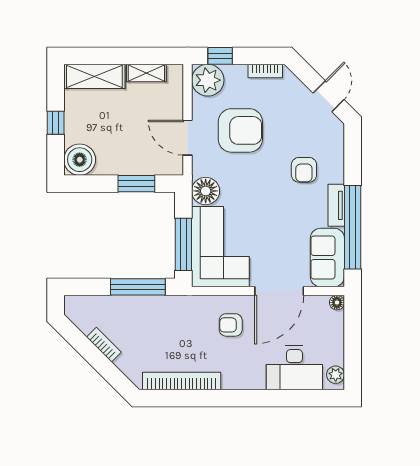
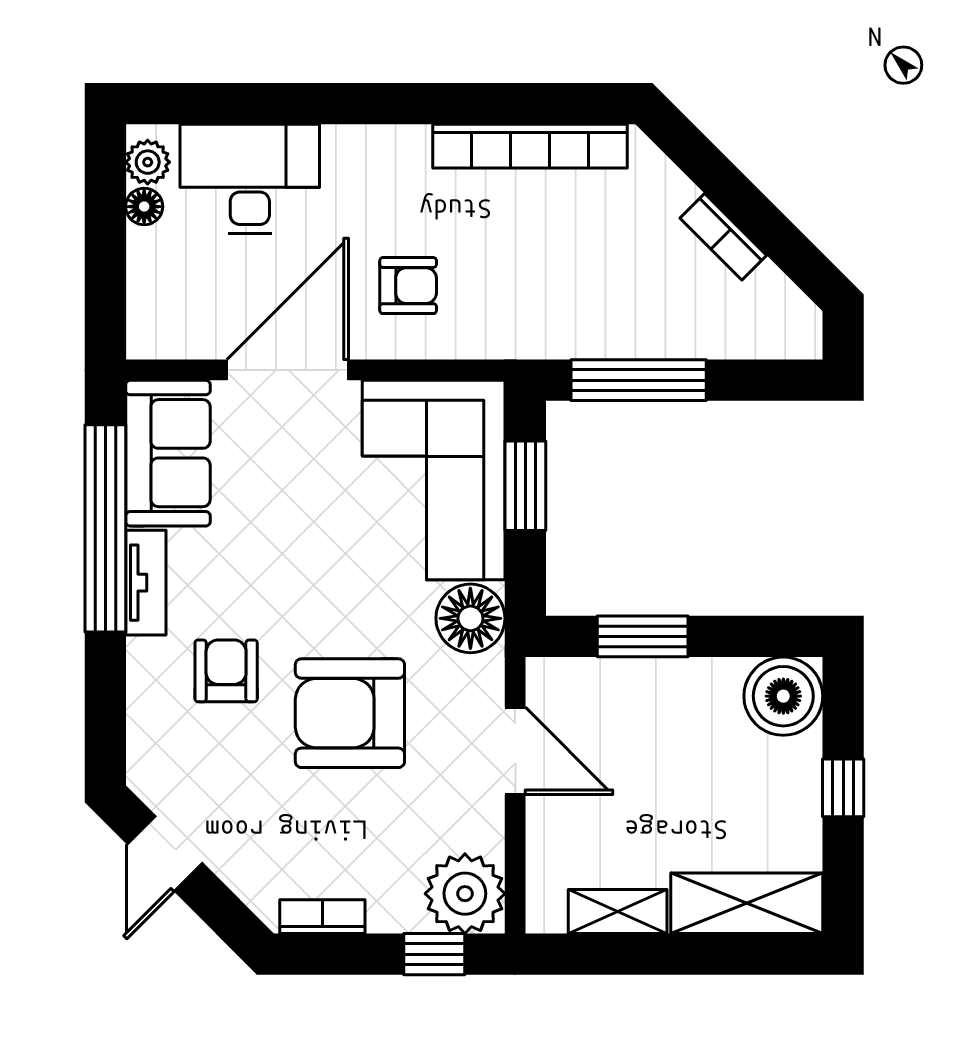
armchair: (240, 130) -> (350, 713), moved
window: (183, 244) -> (525, 486), width x0.69
floor lamp: (337, 303) -> (144, 207), moved

